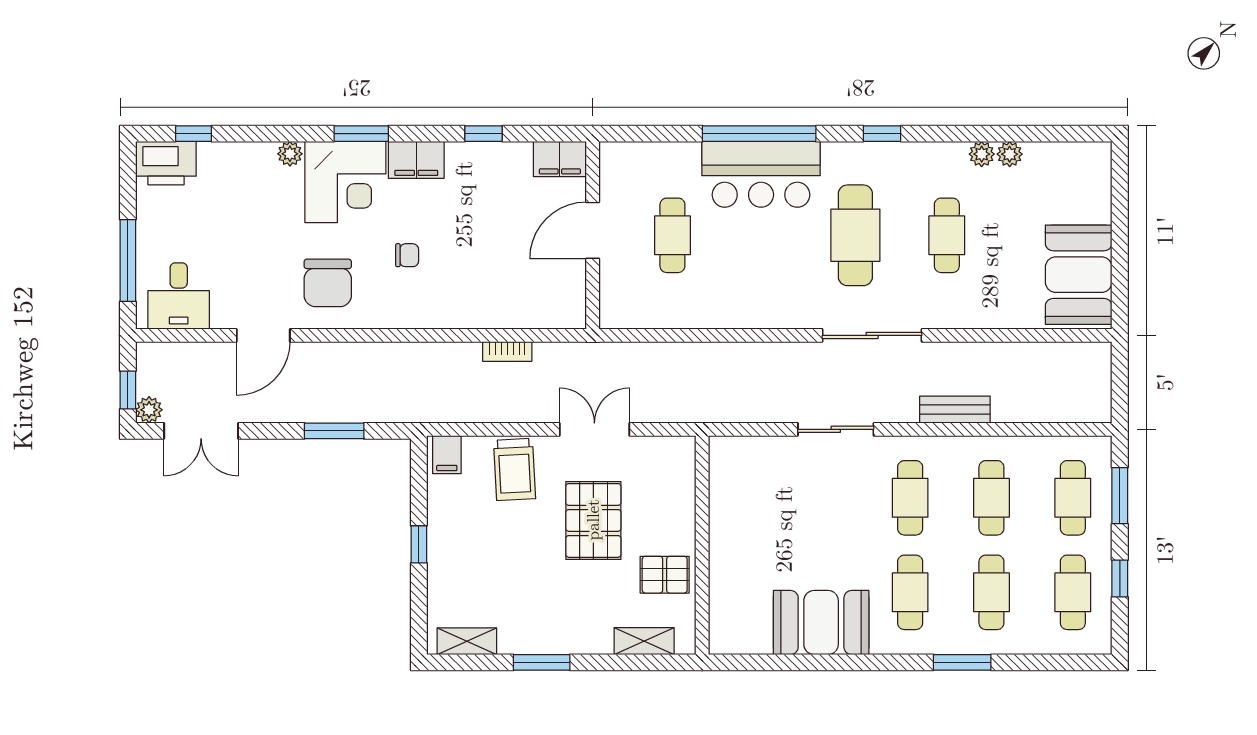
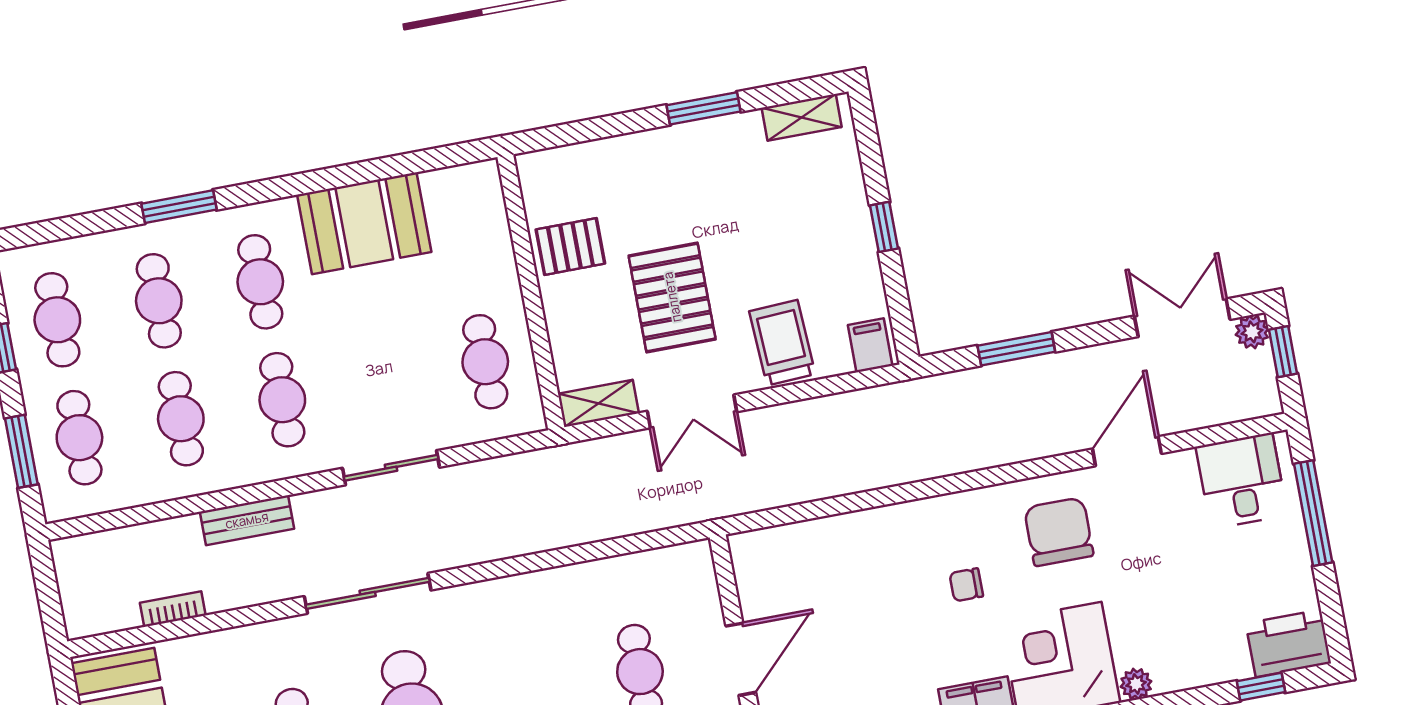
bookcase: (507, 351) -> (173, 609), moved
cafe table: (747, 498) -> (485, 362), added
shelving: (644, 641) -> (598, 403), moved

